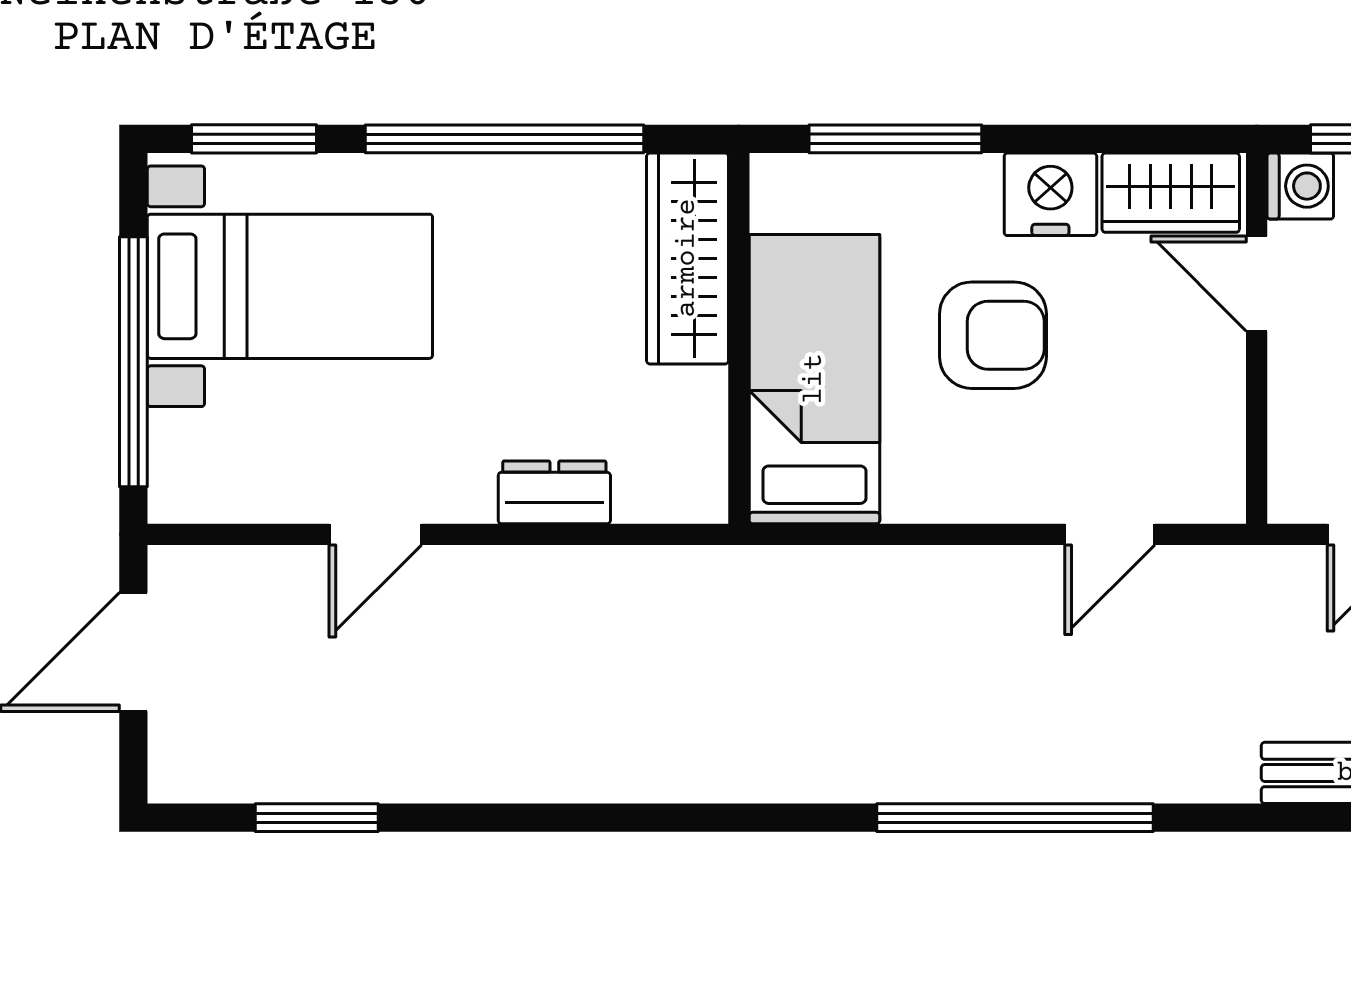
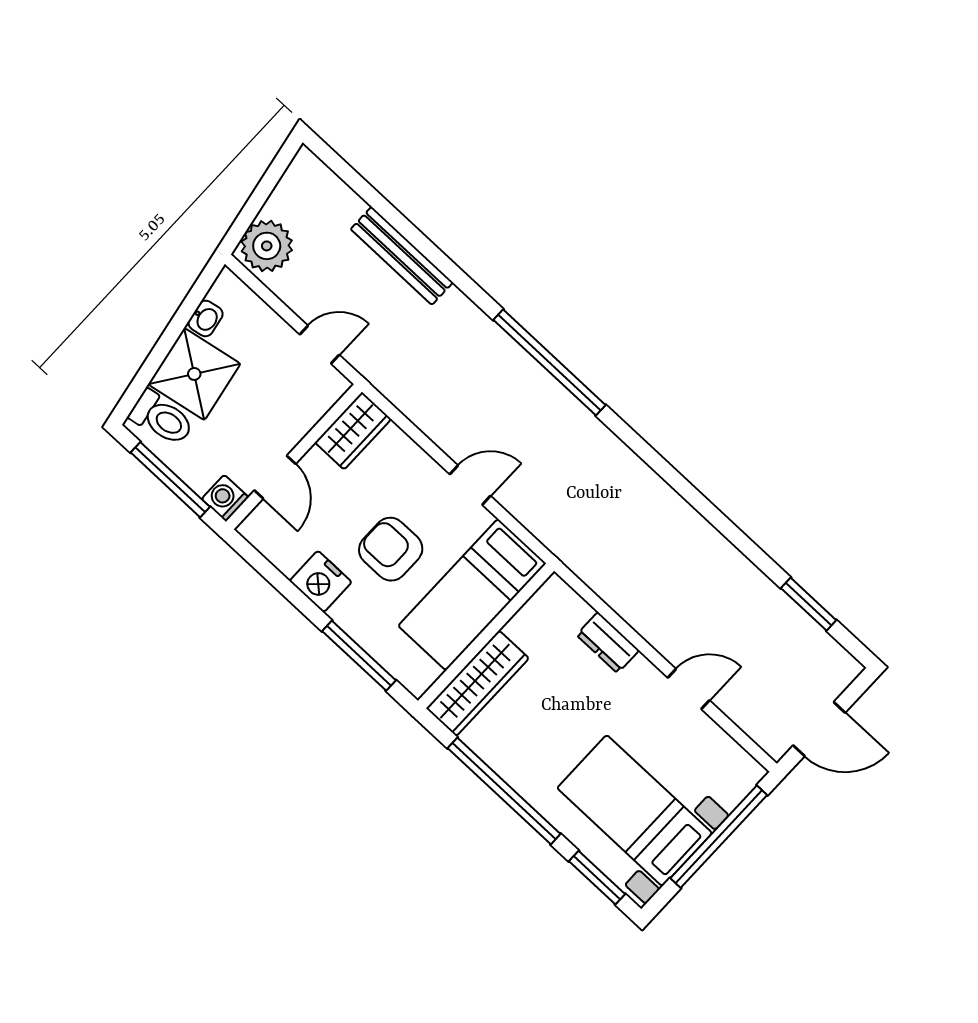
wardrobe: (1171, 193) -> (353, 431), moved, turned 90
door: (1110, 534) -> (470, 485), moved

